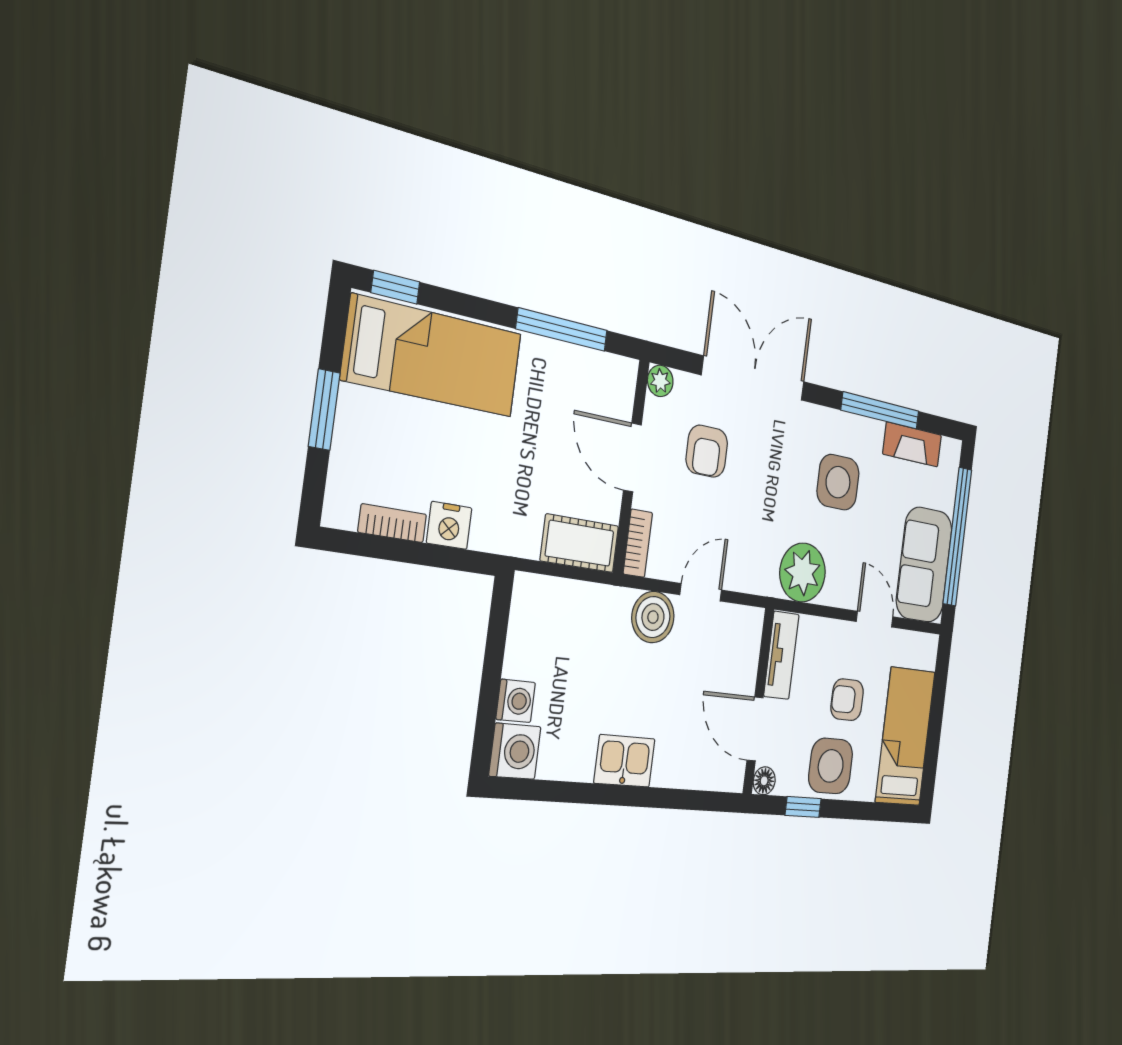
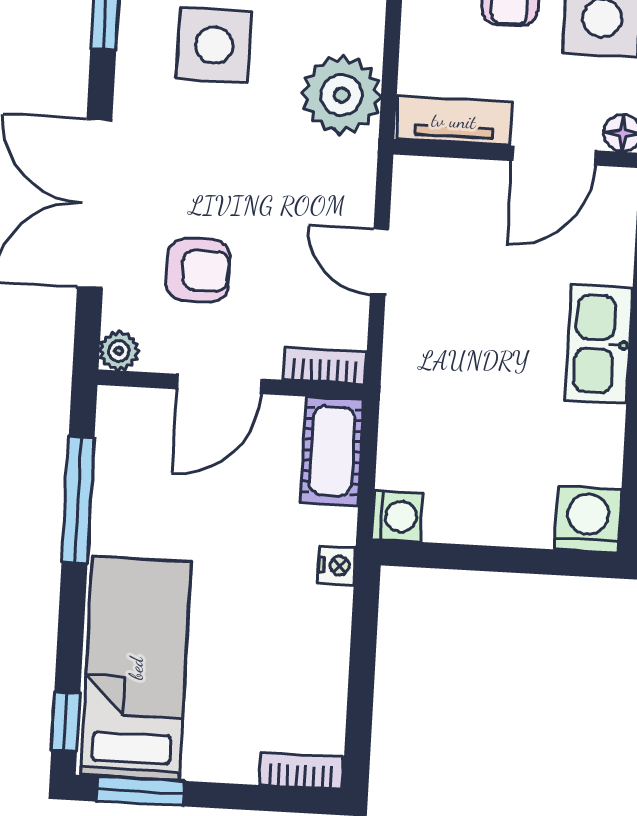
window: (324, 410) -> (141, 791), moved
bookcase: (392, 523) -> (301, 771), moved, turned 90
nightstand: (449, 525) -> (337, 566), moved, width x0.72, depth x0.74
boiler: (653, 617) -> (416, 334), removed
washing machine: (516, 701) -> (397, 516), moved, turned 90
kitchen sink: (625, 761) -> (599, 344), width x1.38

